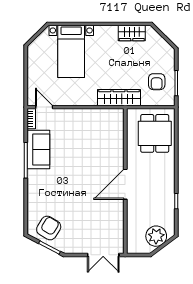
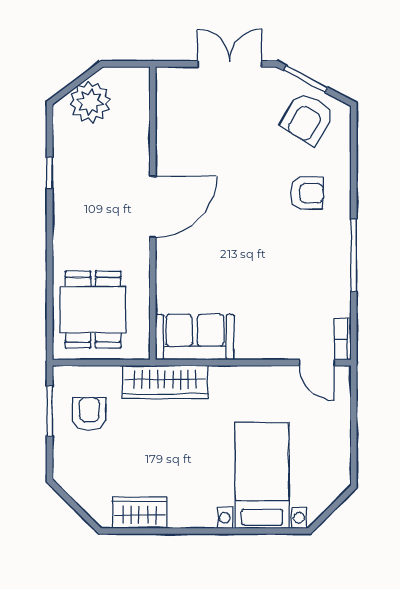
sofa: (38, 150) -> (195, 337), moved, turned 90
armchair: (49, 191) -> (307, 193), added
double door: (103, 255) -> (230, 64), moved

